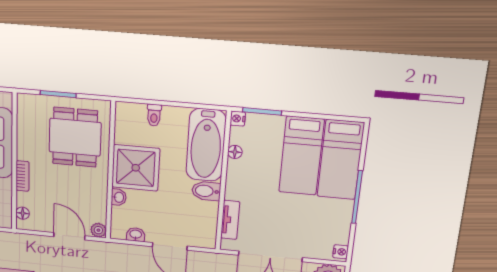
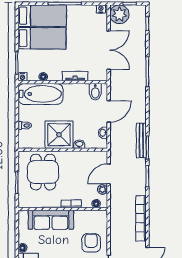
dining table: (75, 137) -> (43, 172), turned 90
bidet: (206, 191) -> (95, 92), moved
tv unit: (230, 220) -> (75, 76), moved
plant: (98, 230) -> (103, 189), moved

